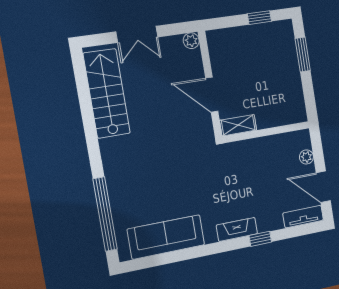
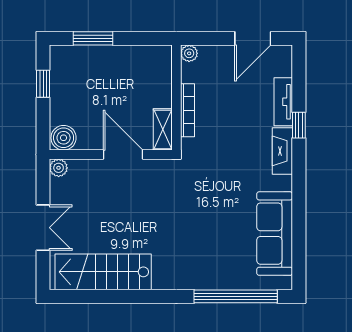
boiler: (217, 41) -> (64, 138), added
door: (212, 95) -> (123, 154), swing flipped
bookcase: (257, 143) -> (187, 110), added
plant: (306, 157) -> (189, 53), moved
tv unit: (303, 217) -> (283, 102), moved

